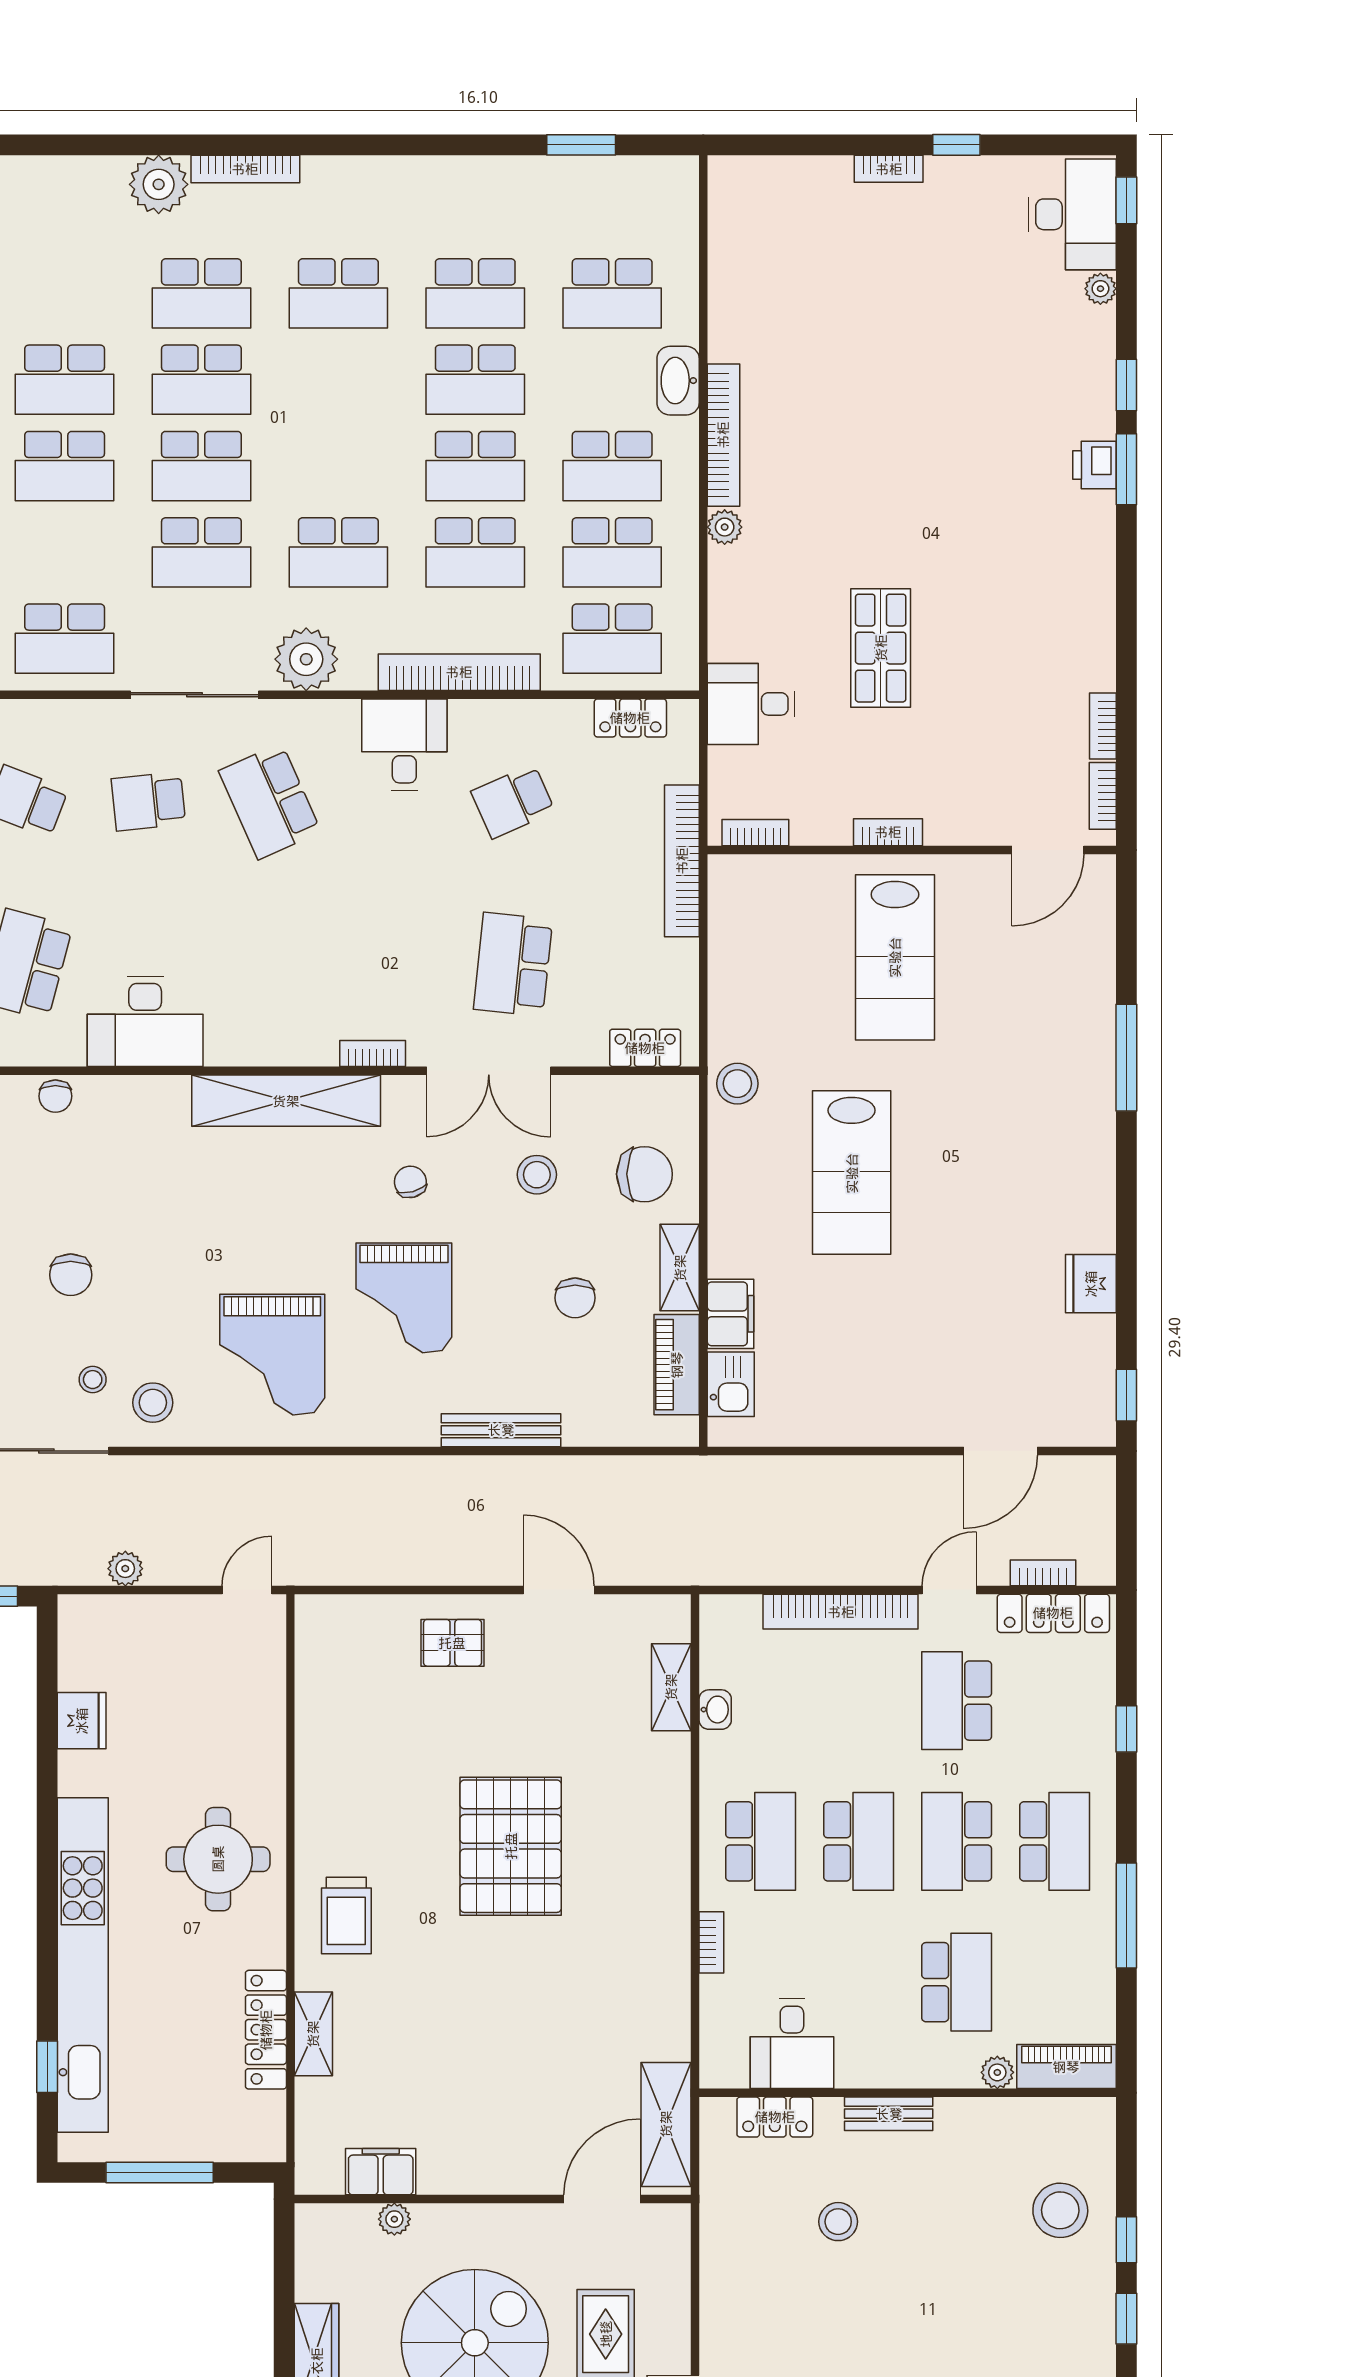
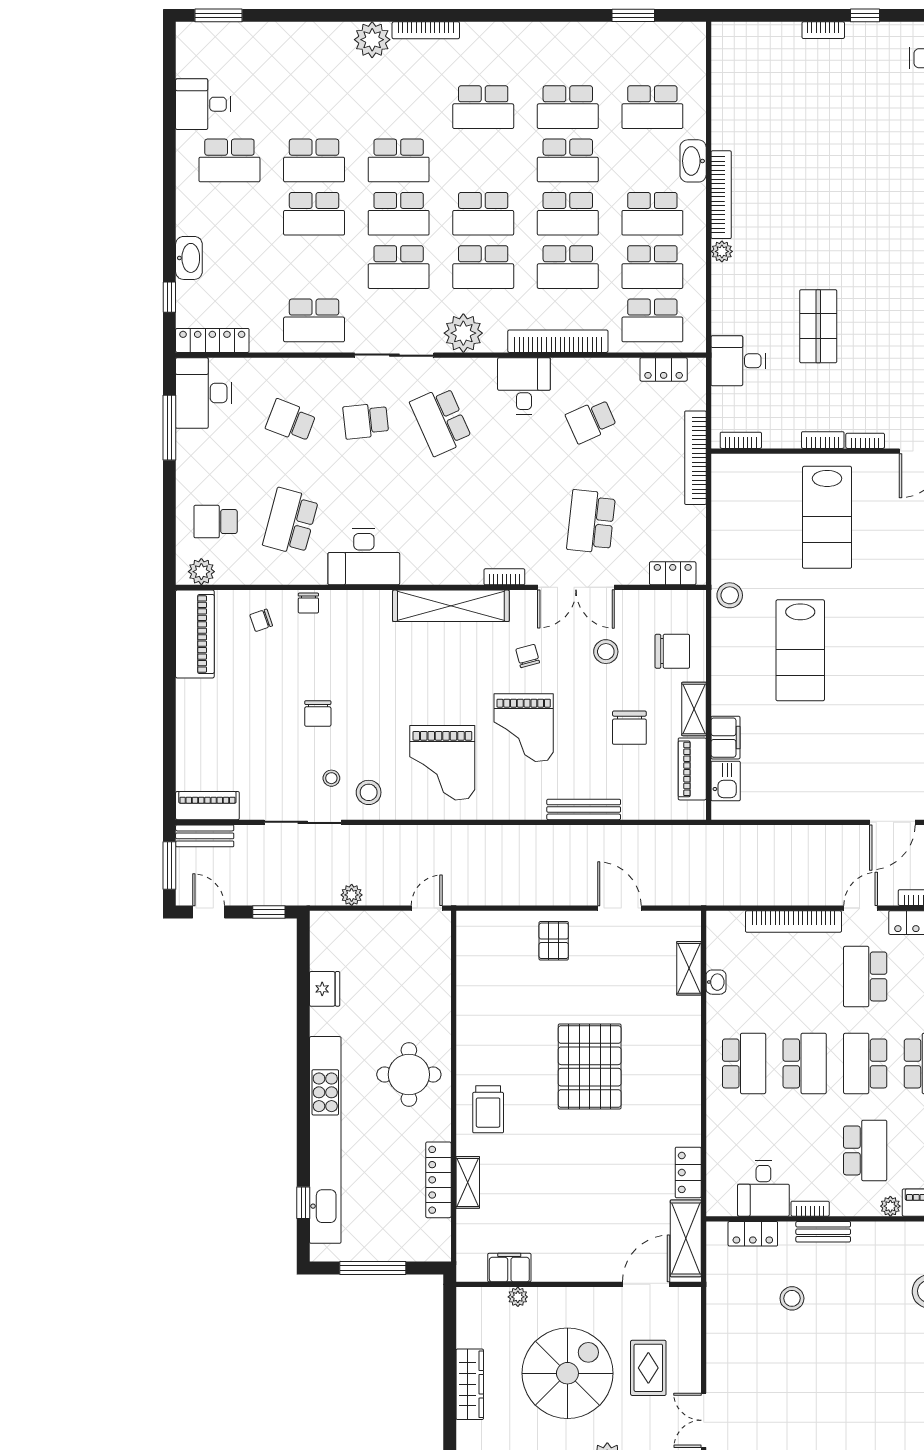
school desk: (201, 293) -> (483, 214), moved
bookcase: (957, 834) -> (865, 441), added
chair: (575, 1298) -> (629, 728), width x1.37, depth x1.37
pallet: (452, 1643) -> (554, 941), turned 90
bookcase: (711, 1942) -> (810, 1209), moved, turned -90
locker: (670, 2018) -> (688, 1172), added

